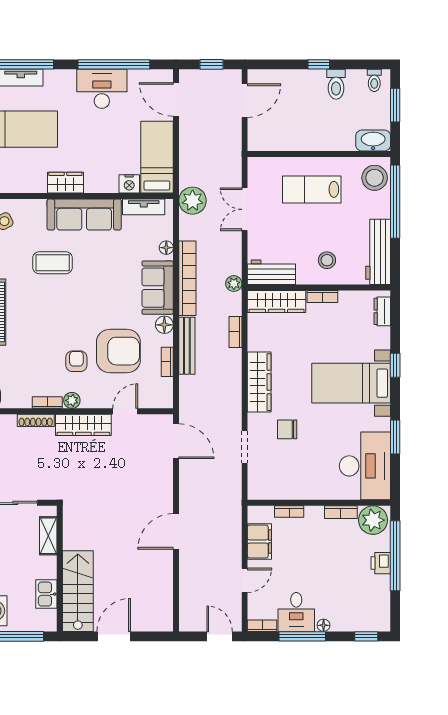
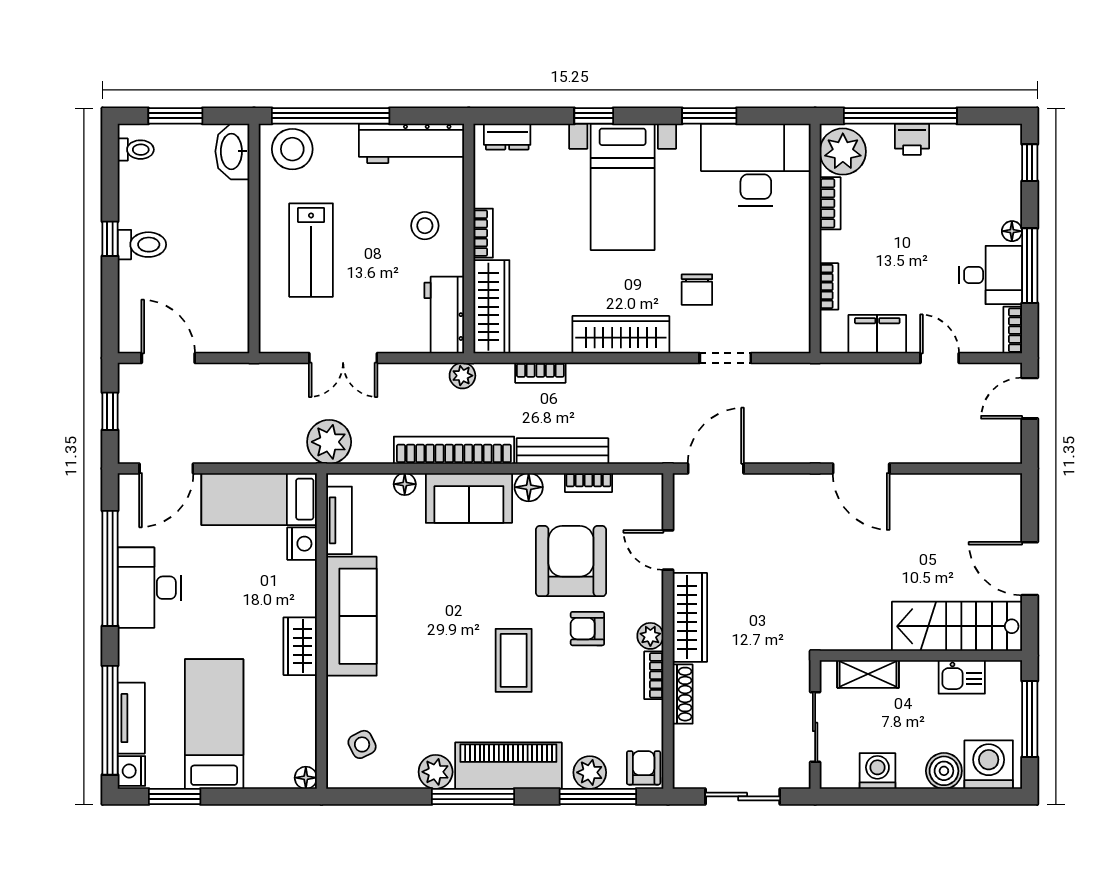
toilet: (336, 84) -> (142, 245), moved
coffee table: (53, 263) -> (514, 660), moved

